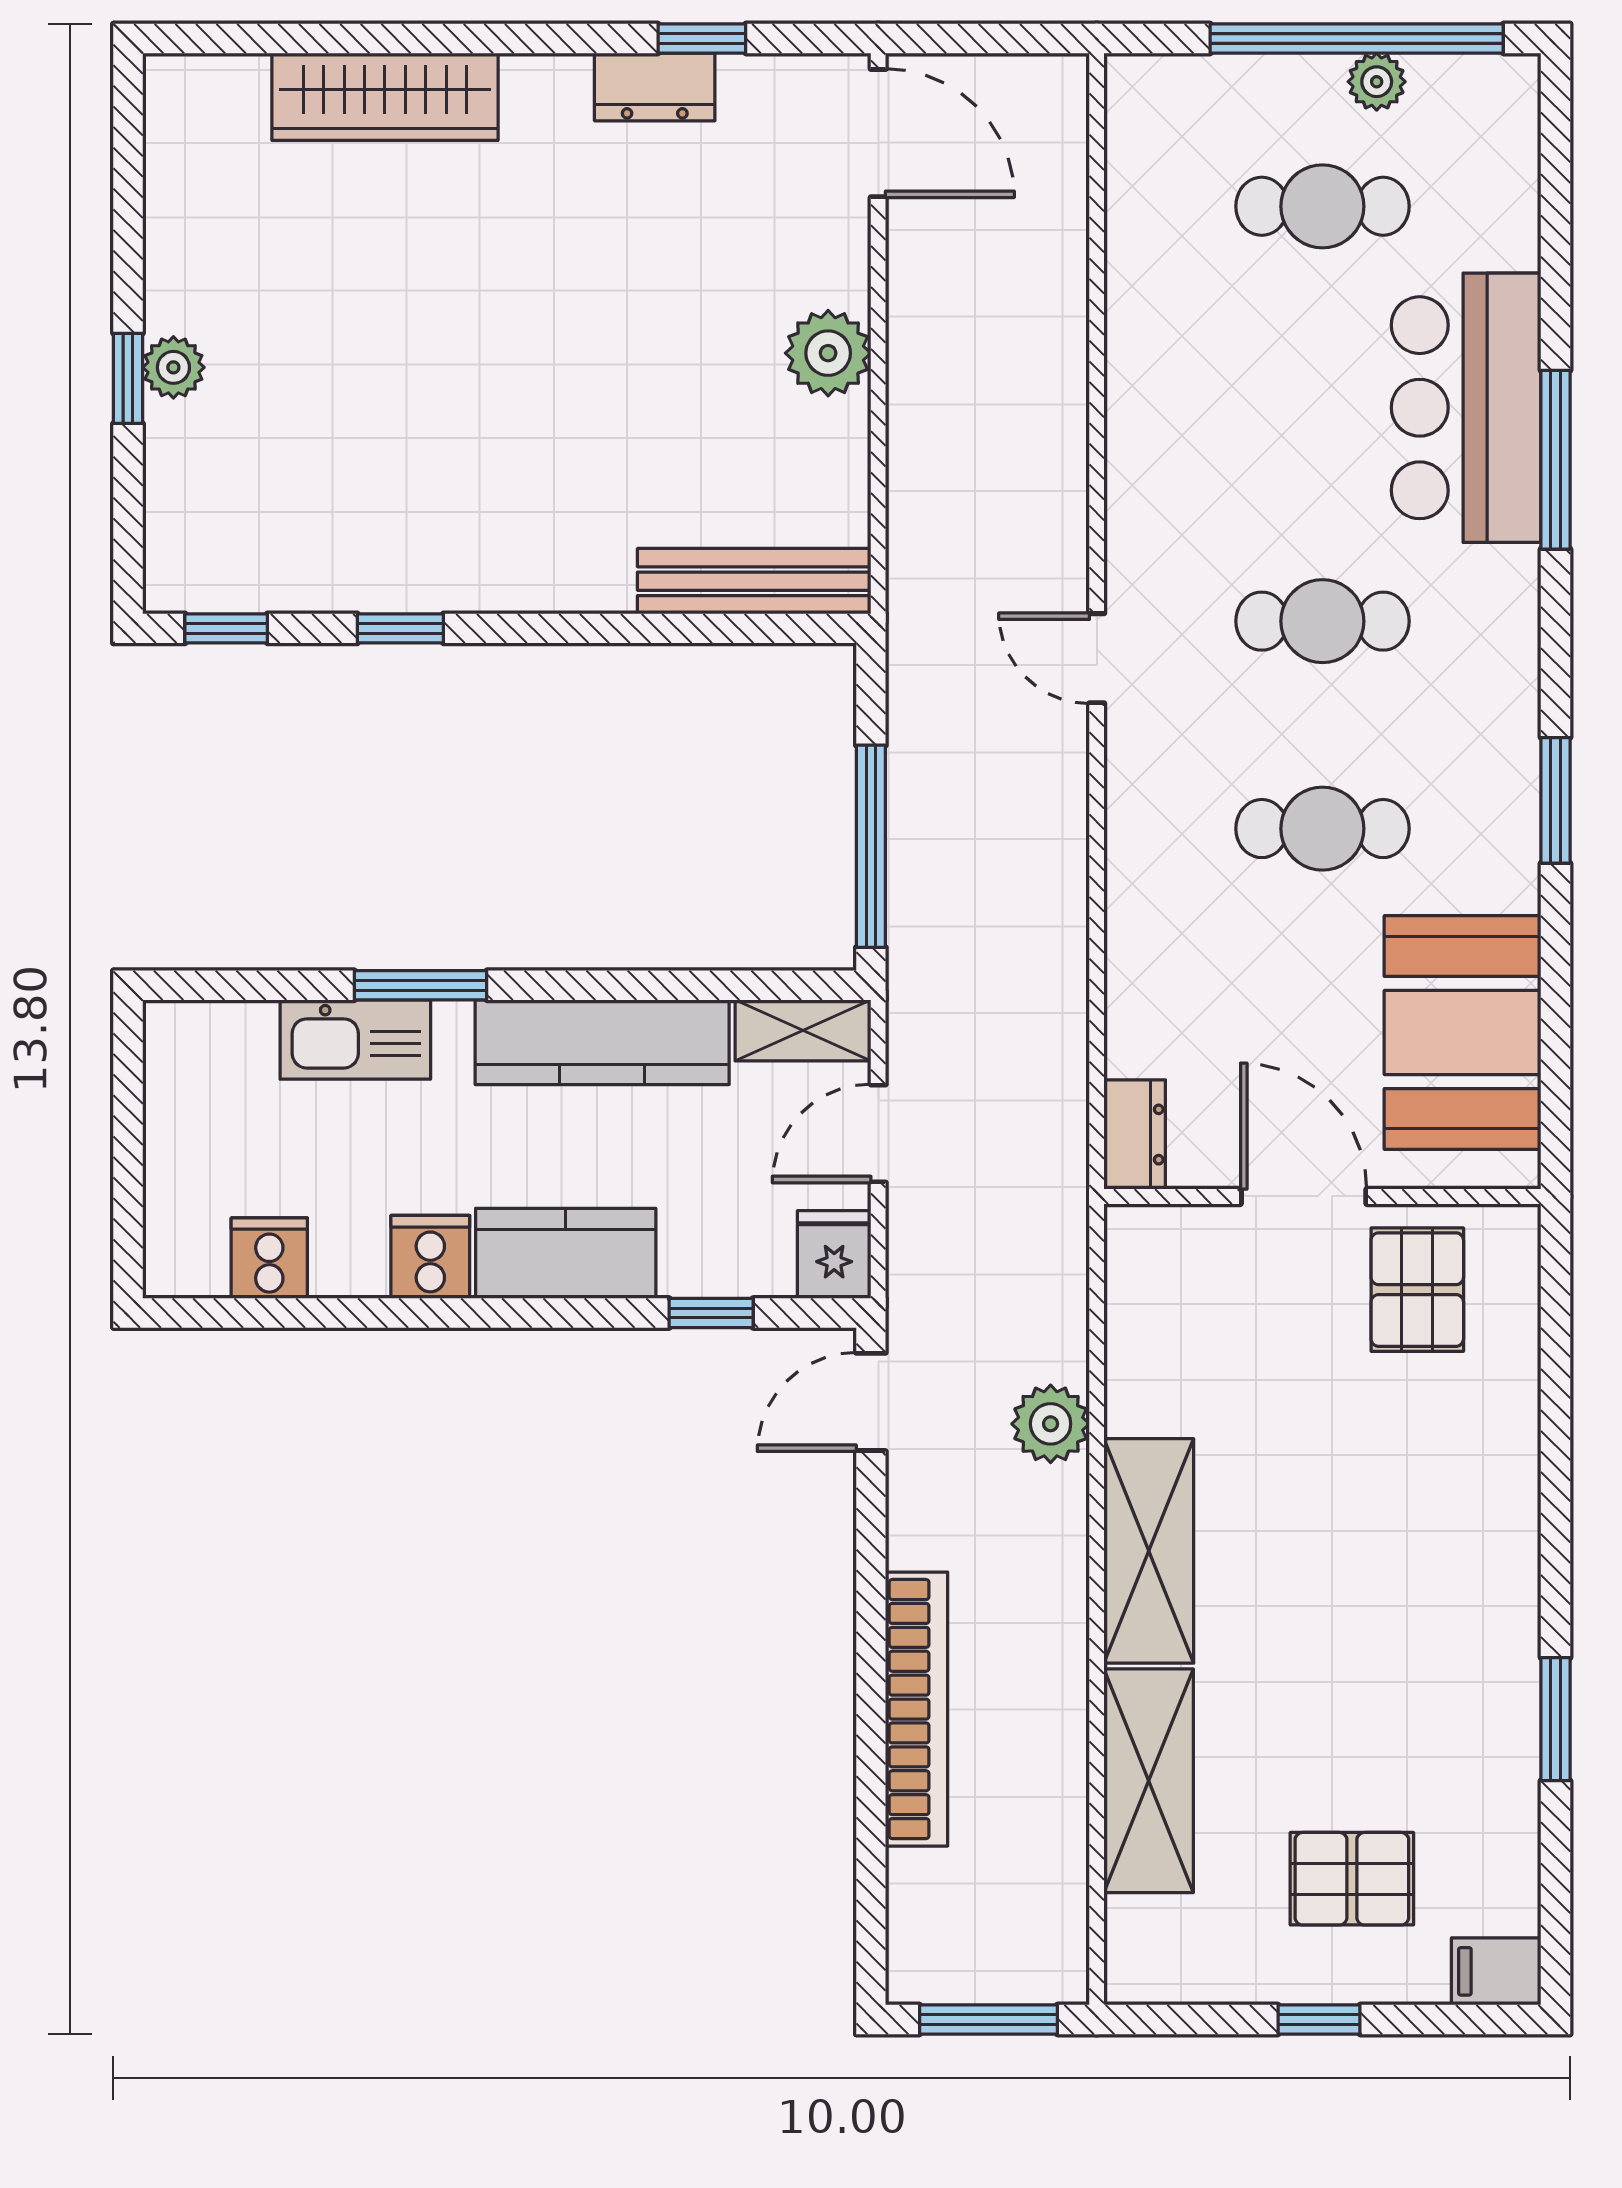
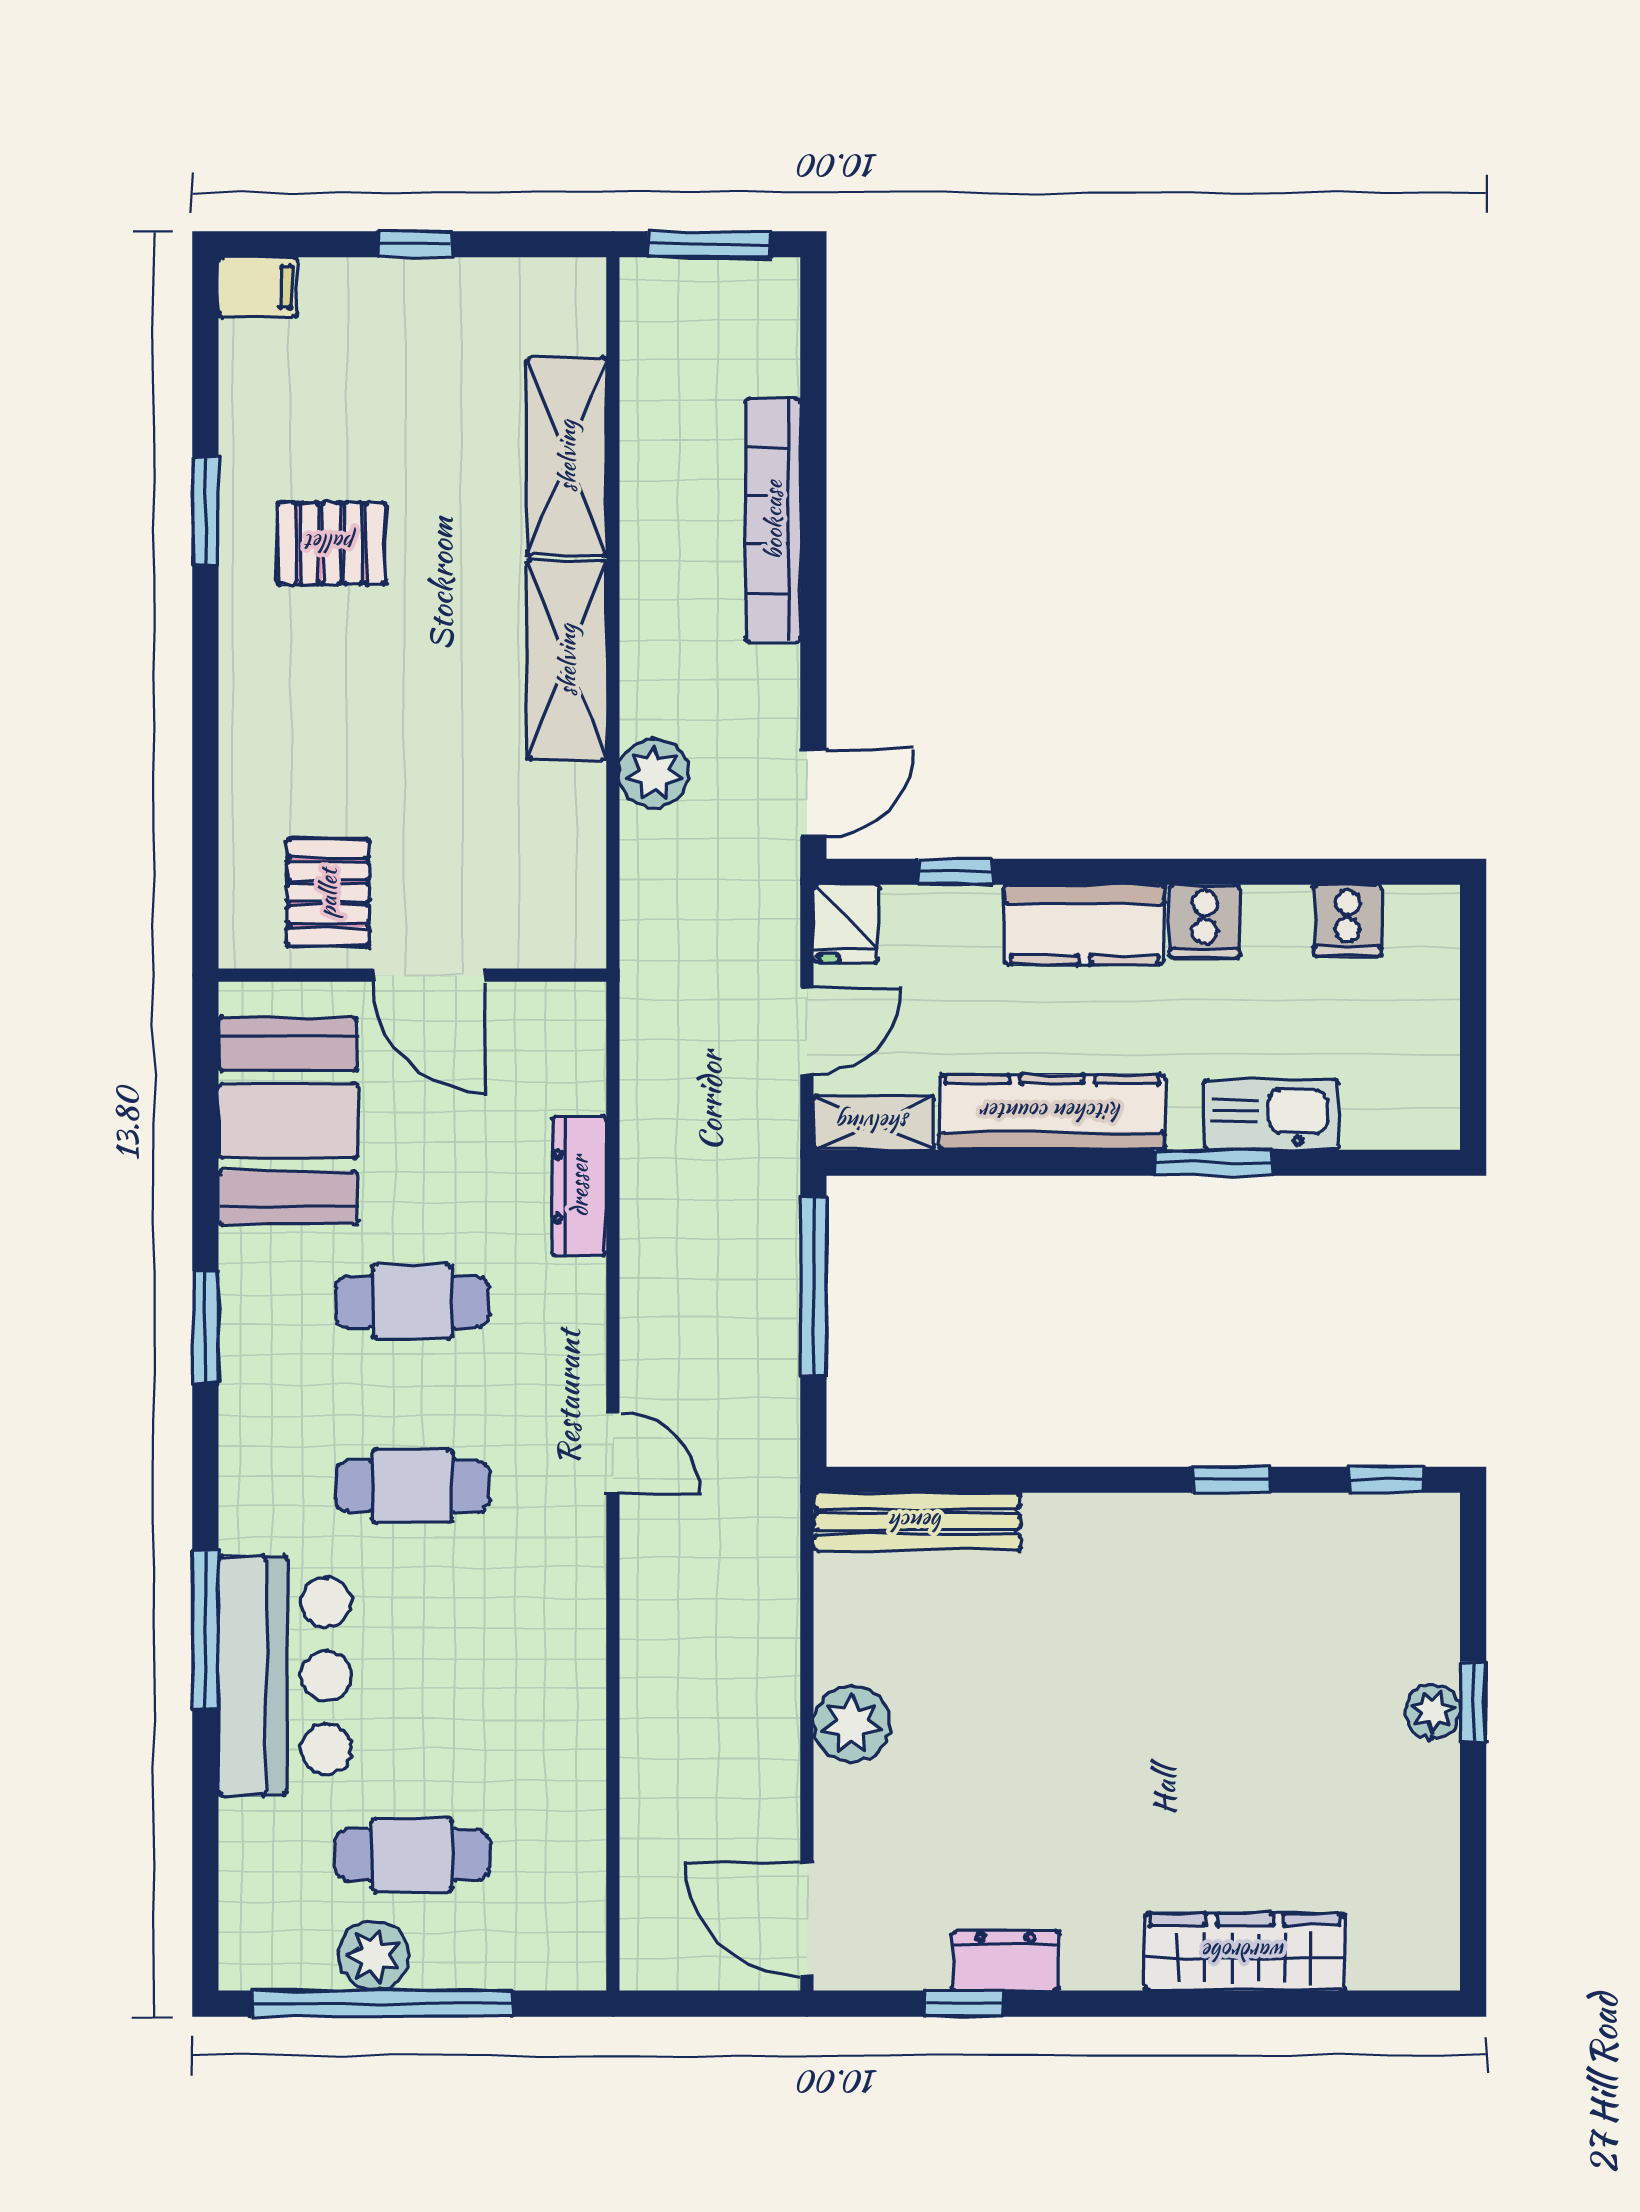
plant: (1377, 82) -> (374, 1956), width x1.38, depth x1.38
dresser: (1135, 1135) -> (579, 1186), moved, width x1.44
pallet: (1352, 1879) -> (331, 543), moved

